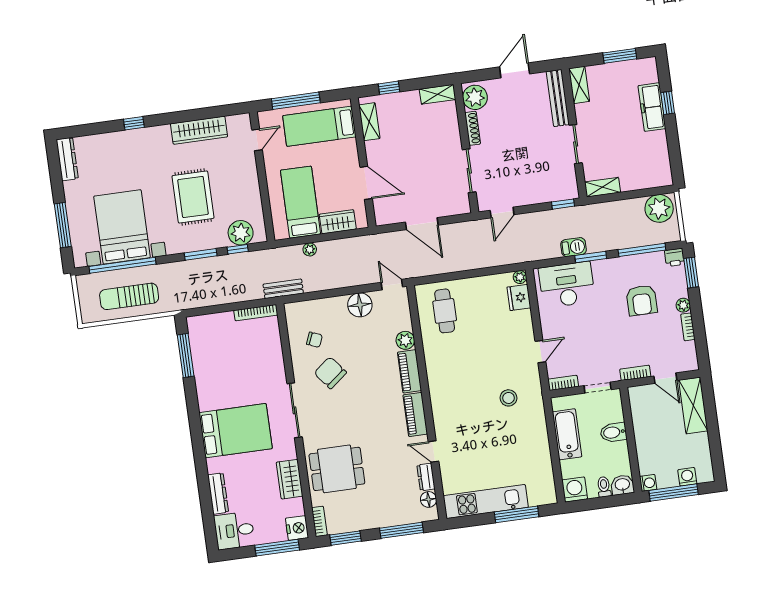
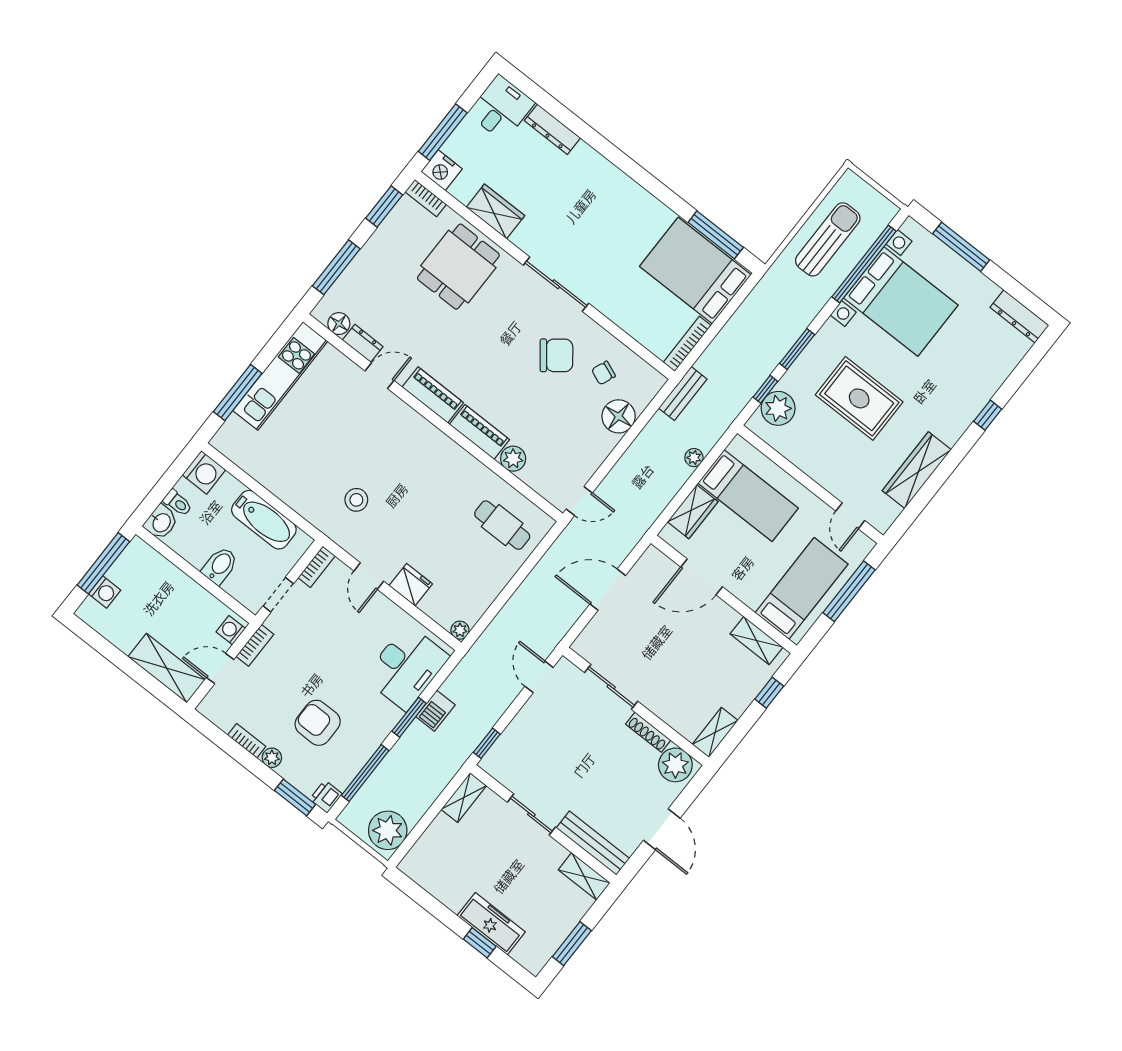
fridge: (519, 297) -> (411, 585), moved
floor lamp: (360, 305) -> (619, 416), moved
bed: (236, 431) -> (695, 270), moved, turned 90
washing machine: (648, 483) -> (231, 630), moved, turned 90

